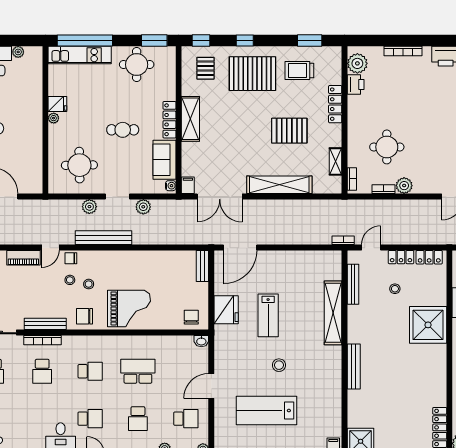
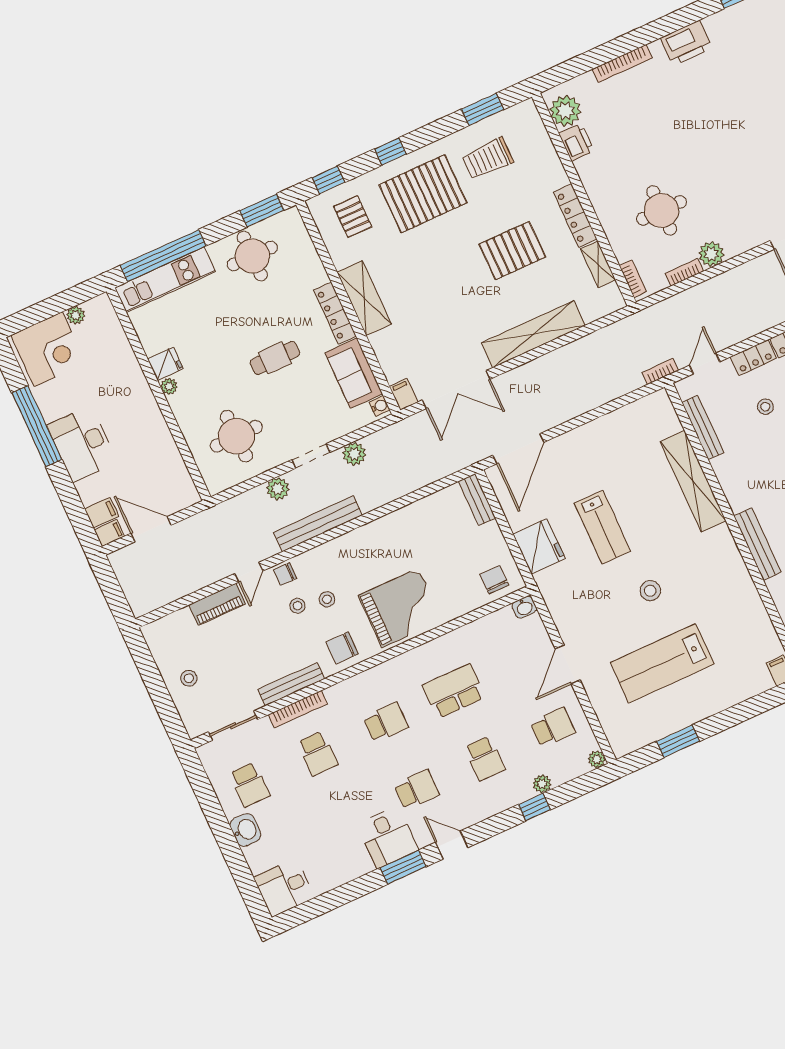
locker: (335, 104) -> (575, 216), moved

